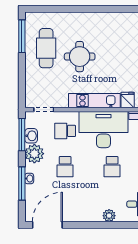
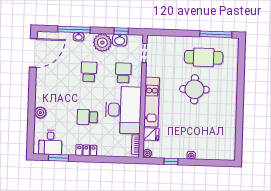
window: (22, 135) -> (121, 31), width x0.46
school desk: (65, 167) -> (89, 72), turned 90
door: (47, 225) -> (33, 53), hinge flipped

